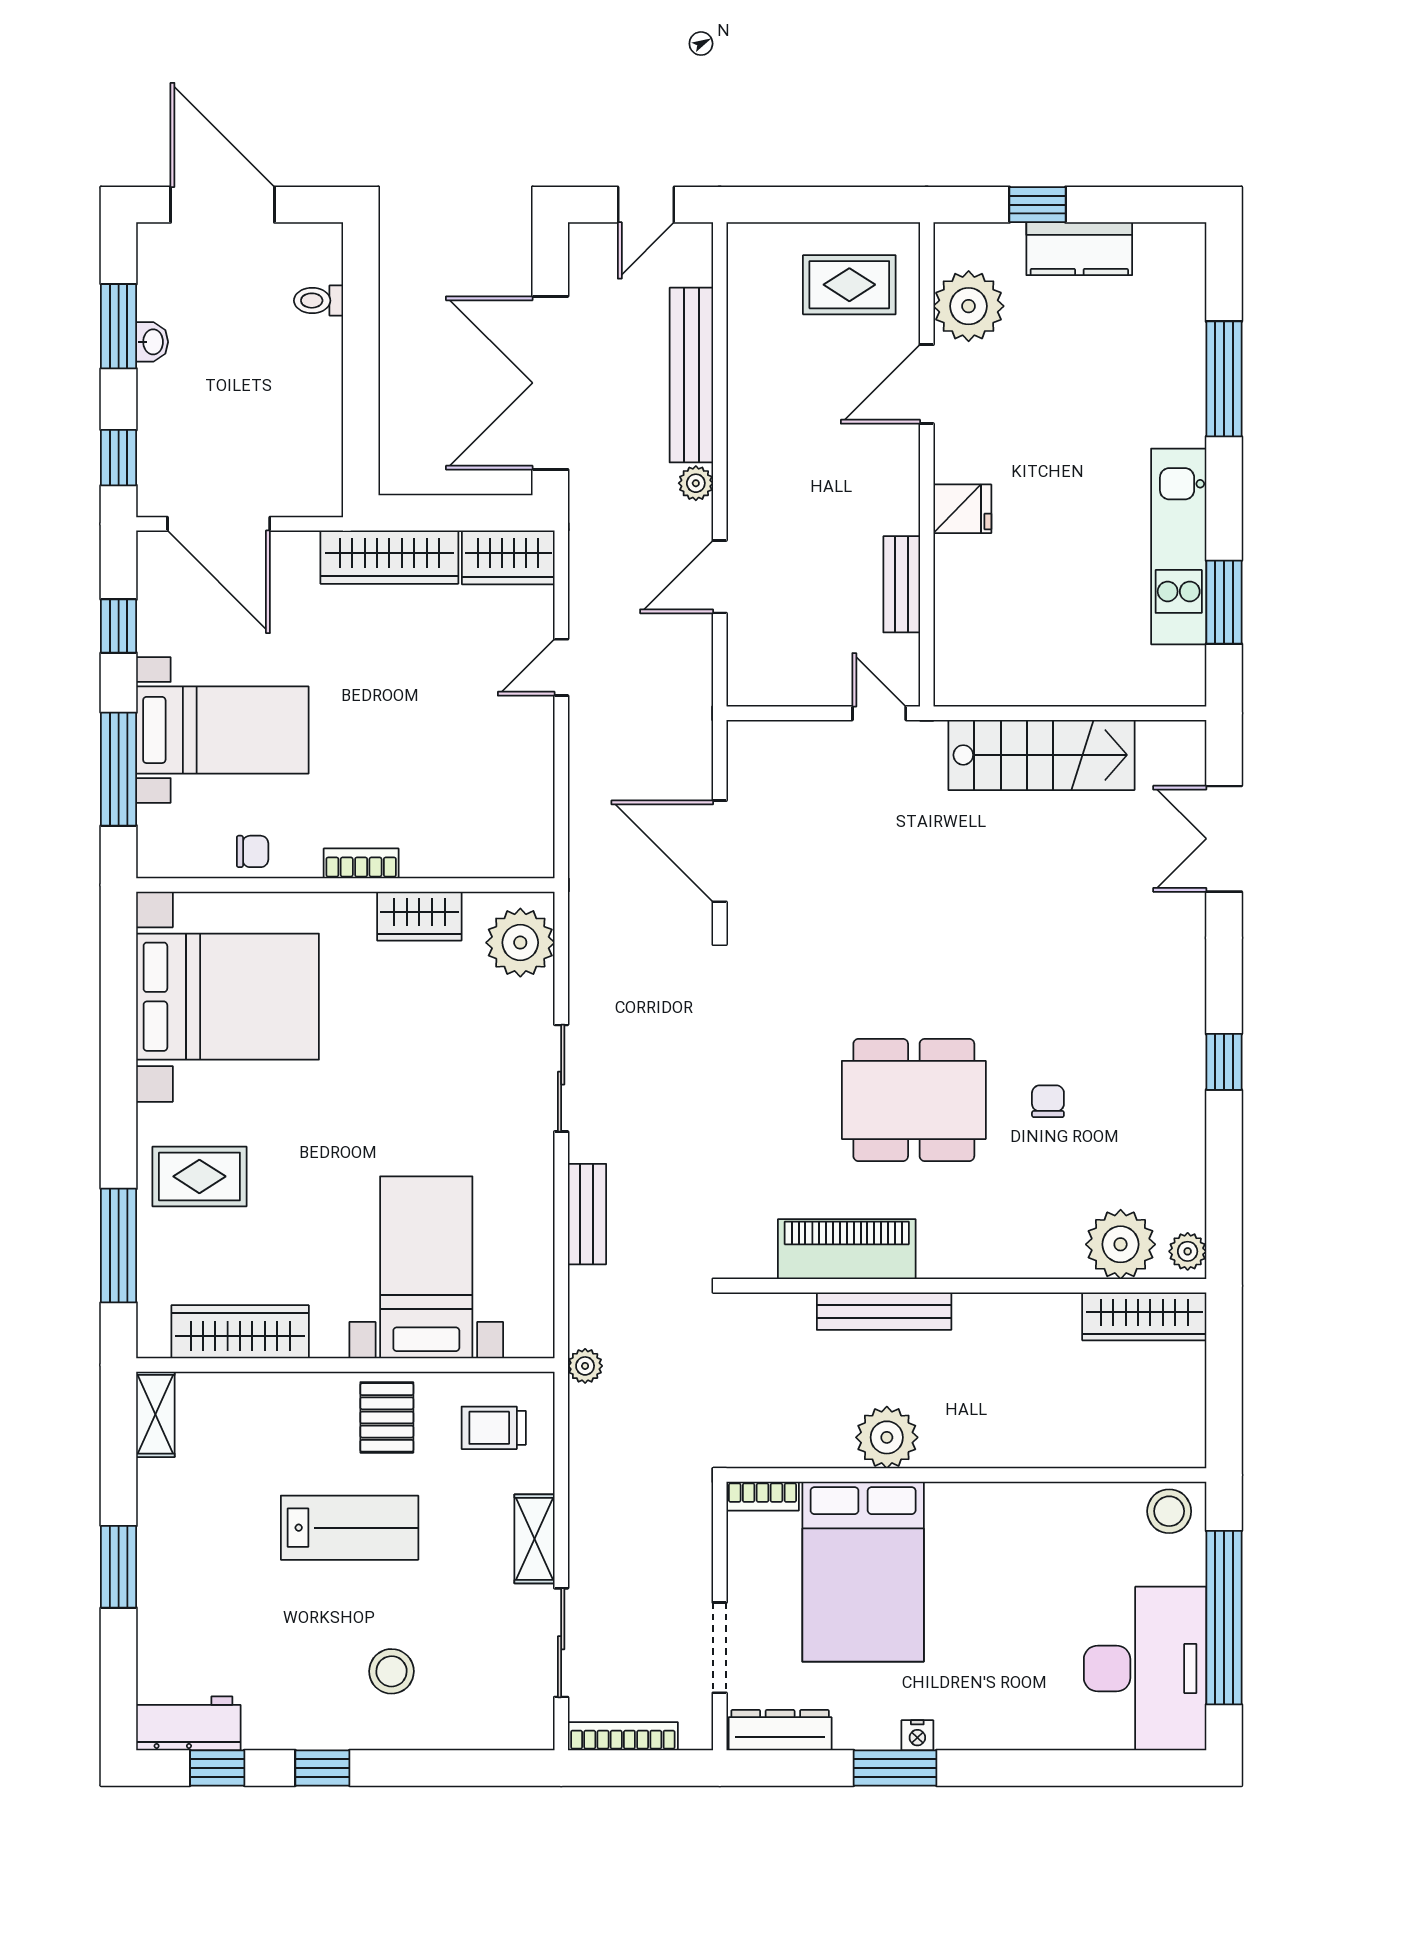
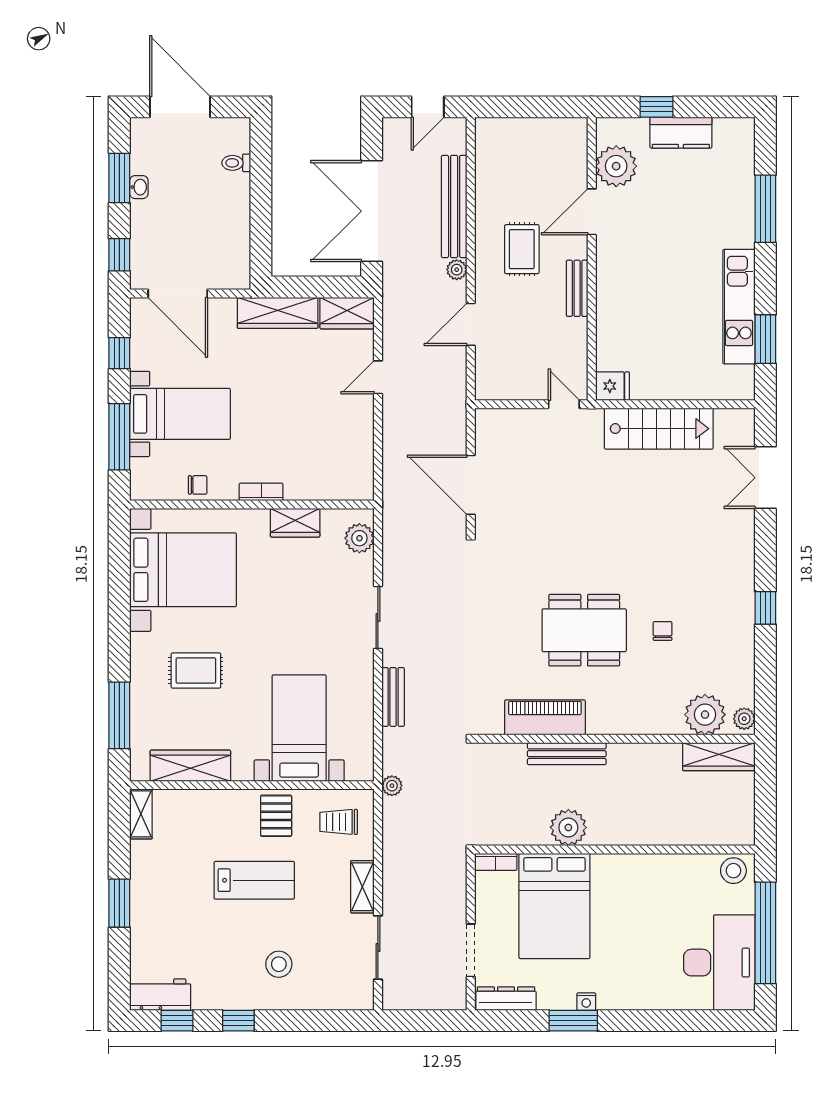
rug: (849, 285) -> (522, 249), moved, turned 90
fridge: (962, 509) -> (613, 386), moved
bench: (902, 584) -> (577, 288), moved
plant: (520, 943) -> (359, 538), width x0.73, depth x0.73
rug: (199, 1176) -> (196, 670), moved
bookcase: (623, 1736) -> (414, 1002), removed

